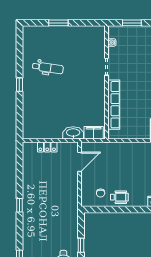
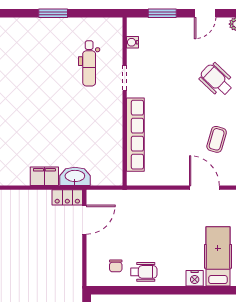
dental chair: (48, 68) -> (89, 63), moved, turned 82
filing cabinet: (94, 133) -> (44, 176), moved
locker: (47, 147) -> (67, 197), moved

